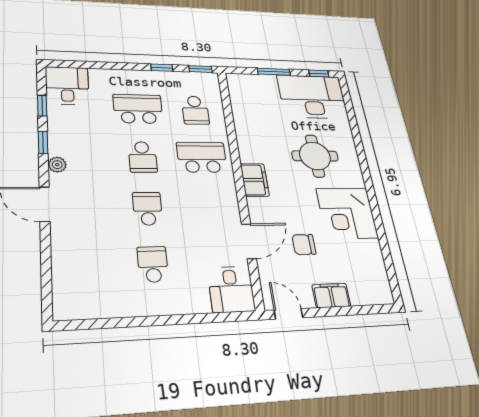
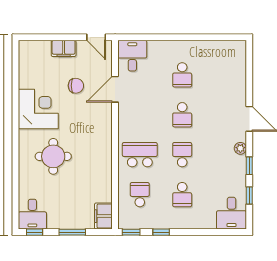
desk: (312, 97) -> (32, 214), width x0.53, depth x0.77
school desk: (138, 109) -> (182, 195), width x0.54
school desk: (202, 157) -> (140, 155), turned 180
filing cabinet: (255, 180) -> (103, 216), moved

